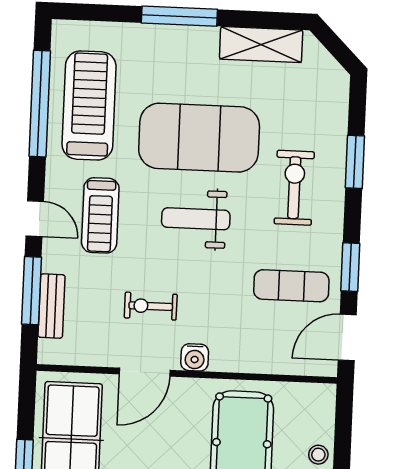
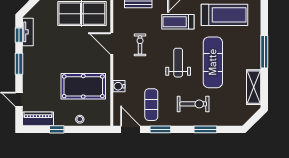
exercise mat: (199, 138) -> (213, 62), width x0.68
water cooler: (195, 357) -> (119, 86), moved

